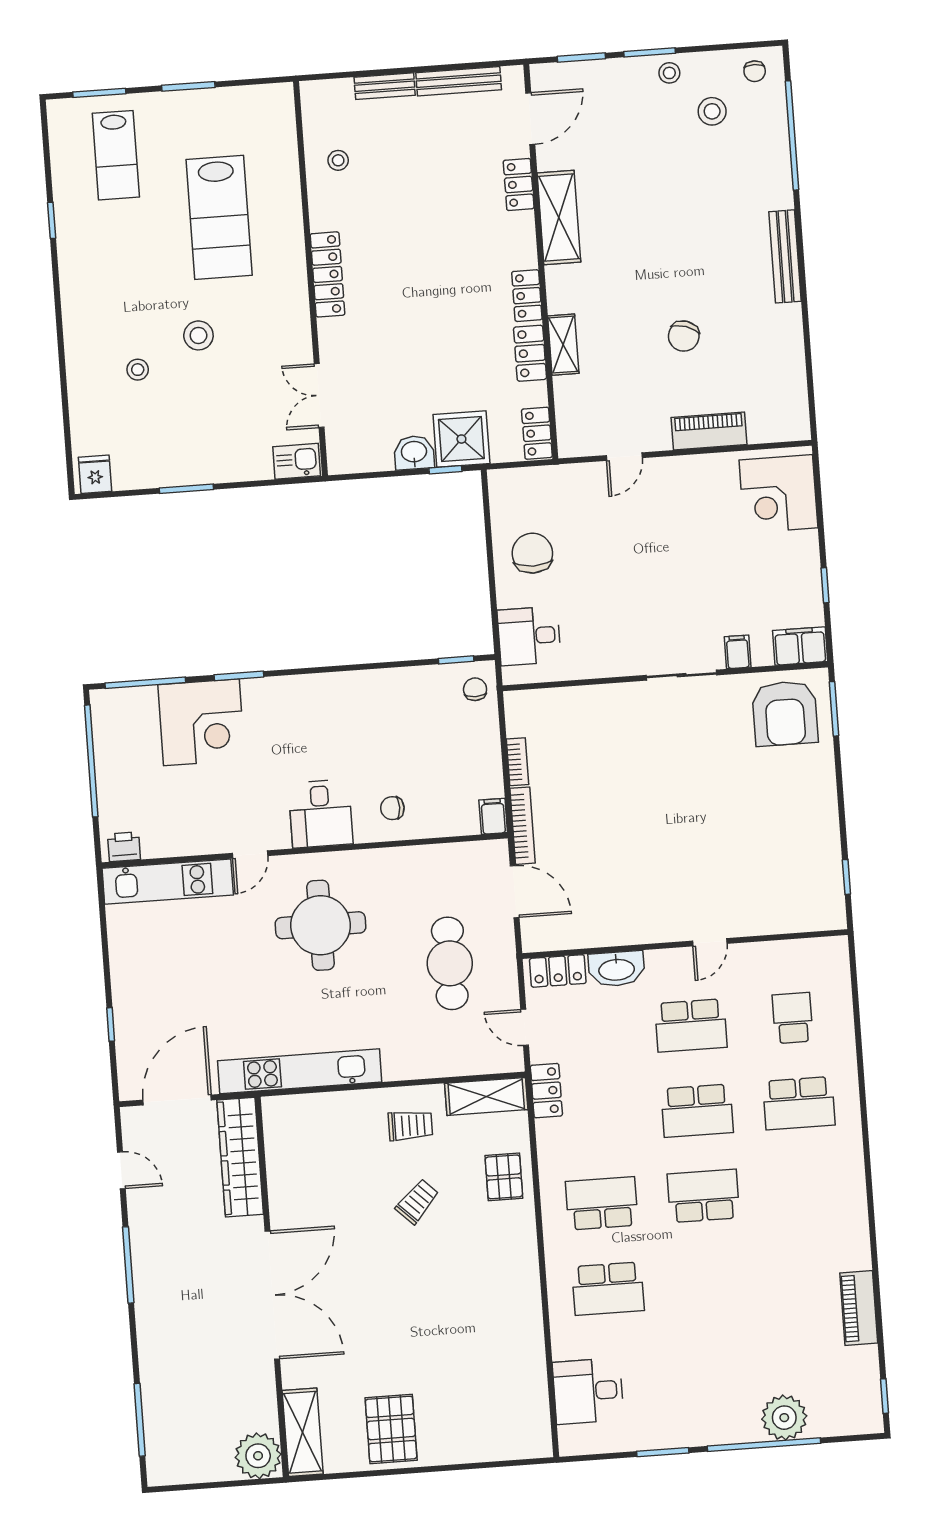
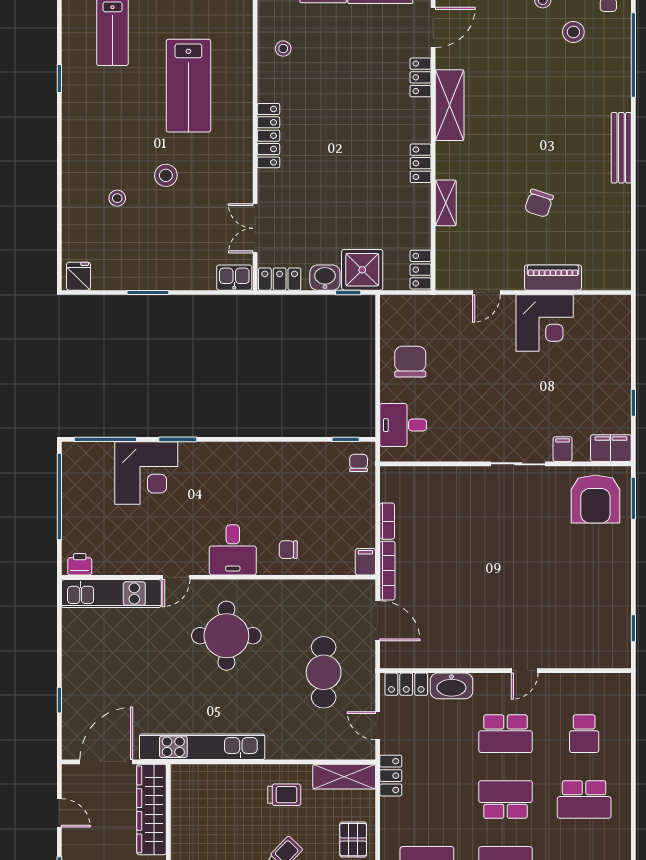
locker: (530, 353) -> (280, 279), moved, turned 90
corner desk: (778, 494) -> (545, 323), moved, turned -90
school desk: (793, 1018) -> (584, 734), turned 180
school desk: (697, 1111) -> (506, 800), turned 180

